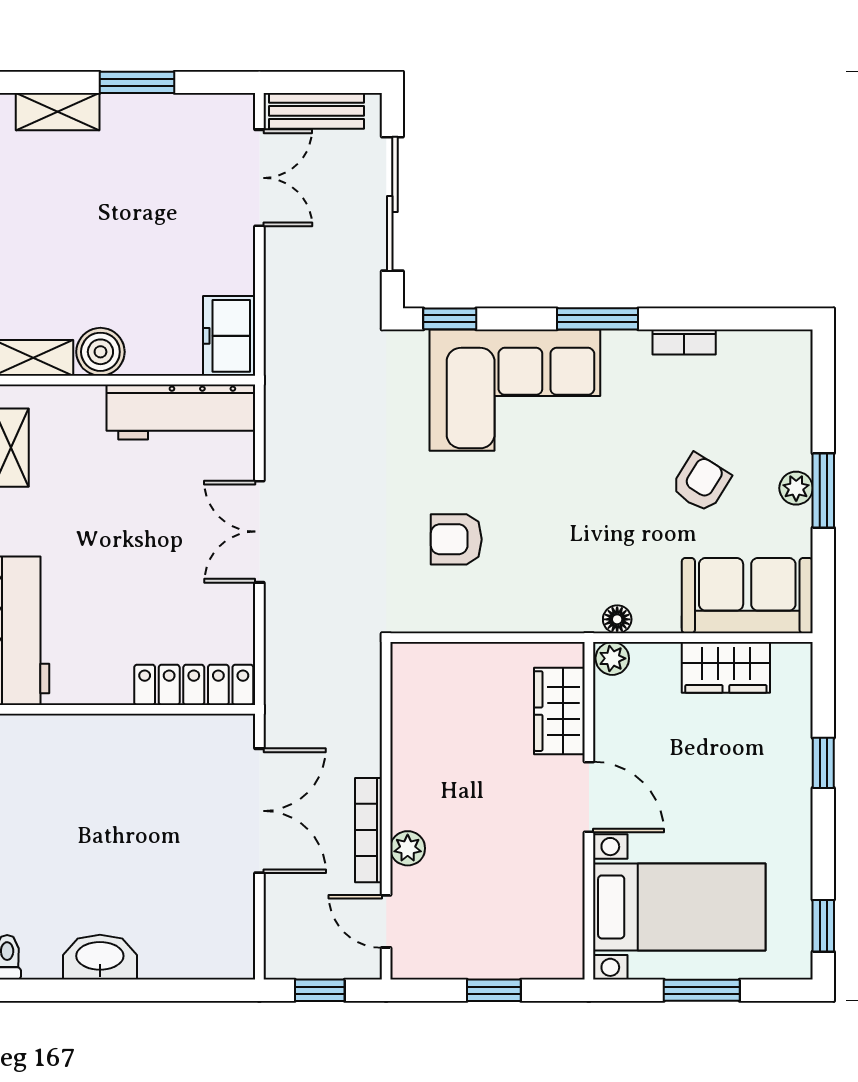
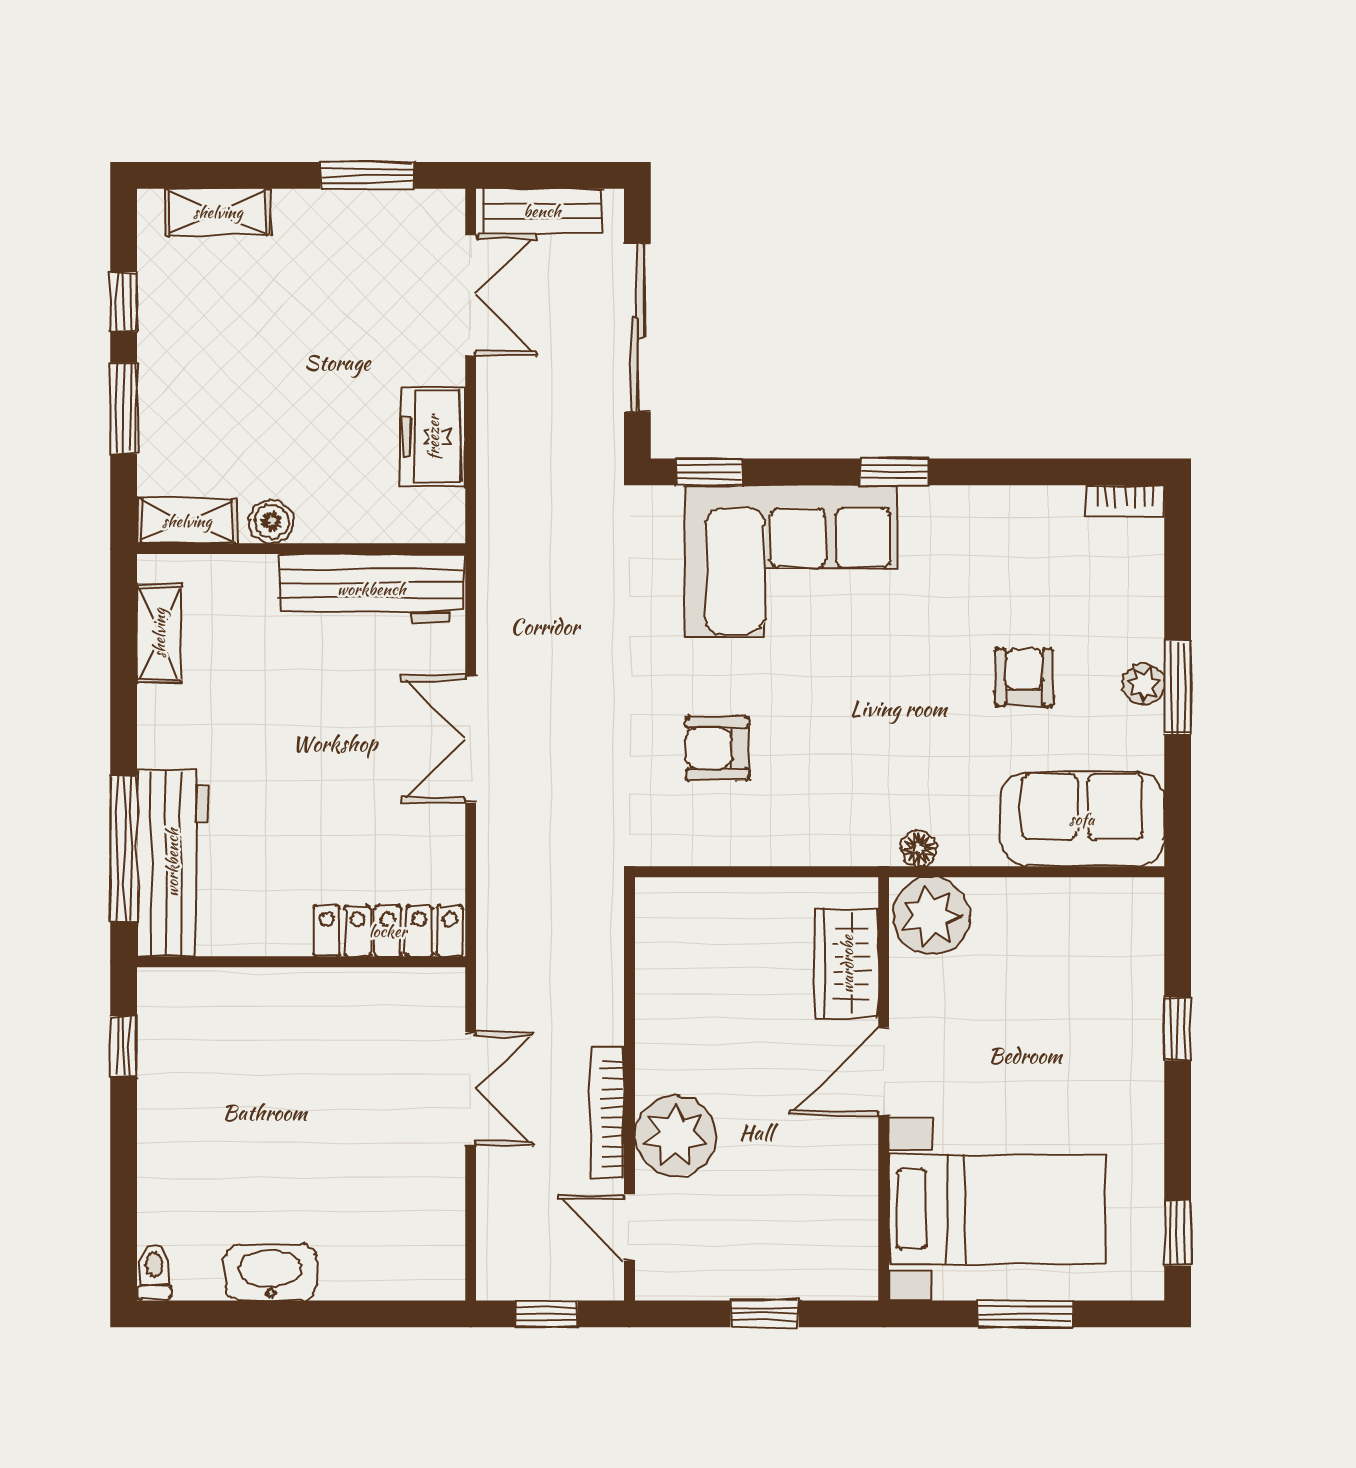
window: (137, 82) -> (367, 175), moved
window: (598, 319) -> (895, 472), width x0.67
freezer: (229, 336) -> (433, 437), moved
bookcase: (684, 342) -> (1125, 501), moved
boiler: (100, 352) -> (271, 521), width x0.73, depth x0.73
armchair: (701, 483) -> (1024, 677), turned -32
plant: (612, 658) -> (931, 916), width x1.88, depth x1.88
wardrobe: (726, 667) -> (1056, 909), removed
door: (589, 797) -> (884, 1072), swing flipped
double door: (259, 811) -> (471, 1089), width x0.73
plant: (408, 848) -> (675, 1136), width x1.88, depth x1.88

